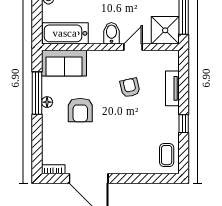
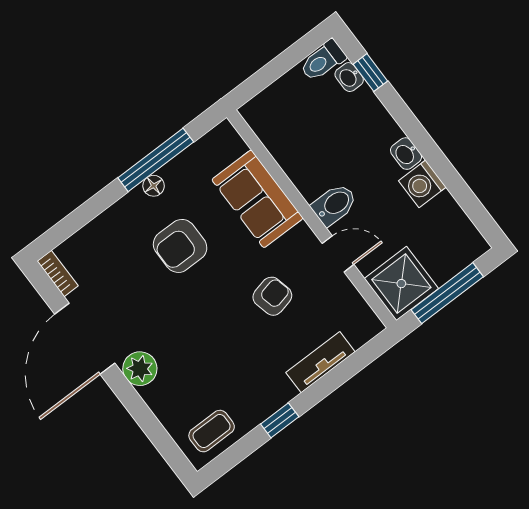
bathtub: (65, 33) -> (280, 134), removed
sofa: (64, 63) -> (258, 199), moved
plant: (118, 165) -> (140, 369), added

